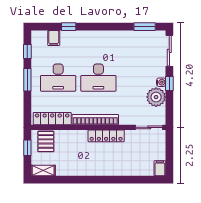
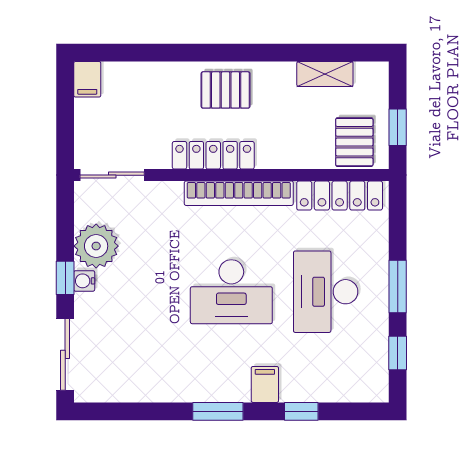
window: (145, 27) -> (218, 411), moved
filing cabinet: (54, 38) -> (265, 384), moved
desk: (58, 78) -> (326, 292), turned -90
desk: (98, 78) -> (231, 292), turned 180
pallet: (101, 164) -> (226, 90), added
shelving: (43, 171) -> (325, 74), moved

